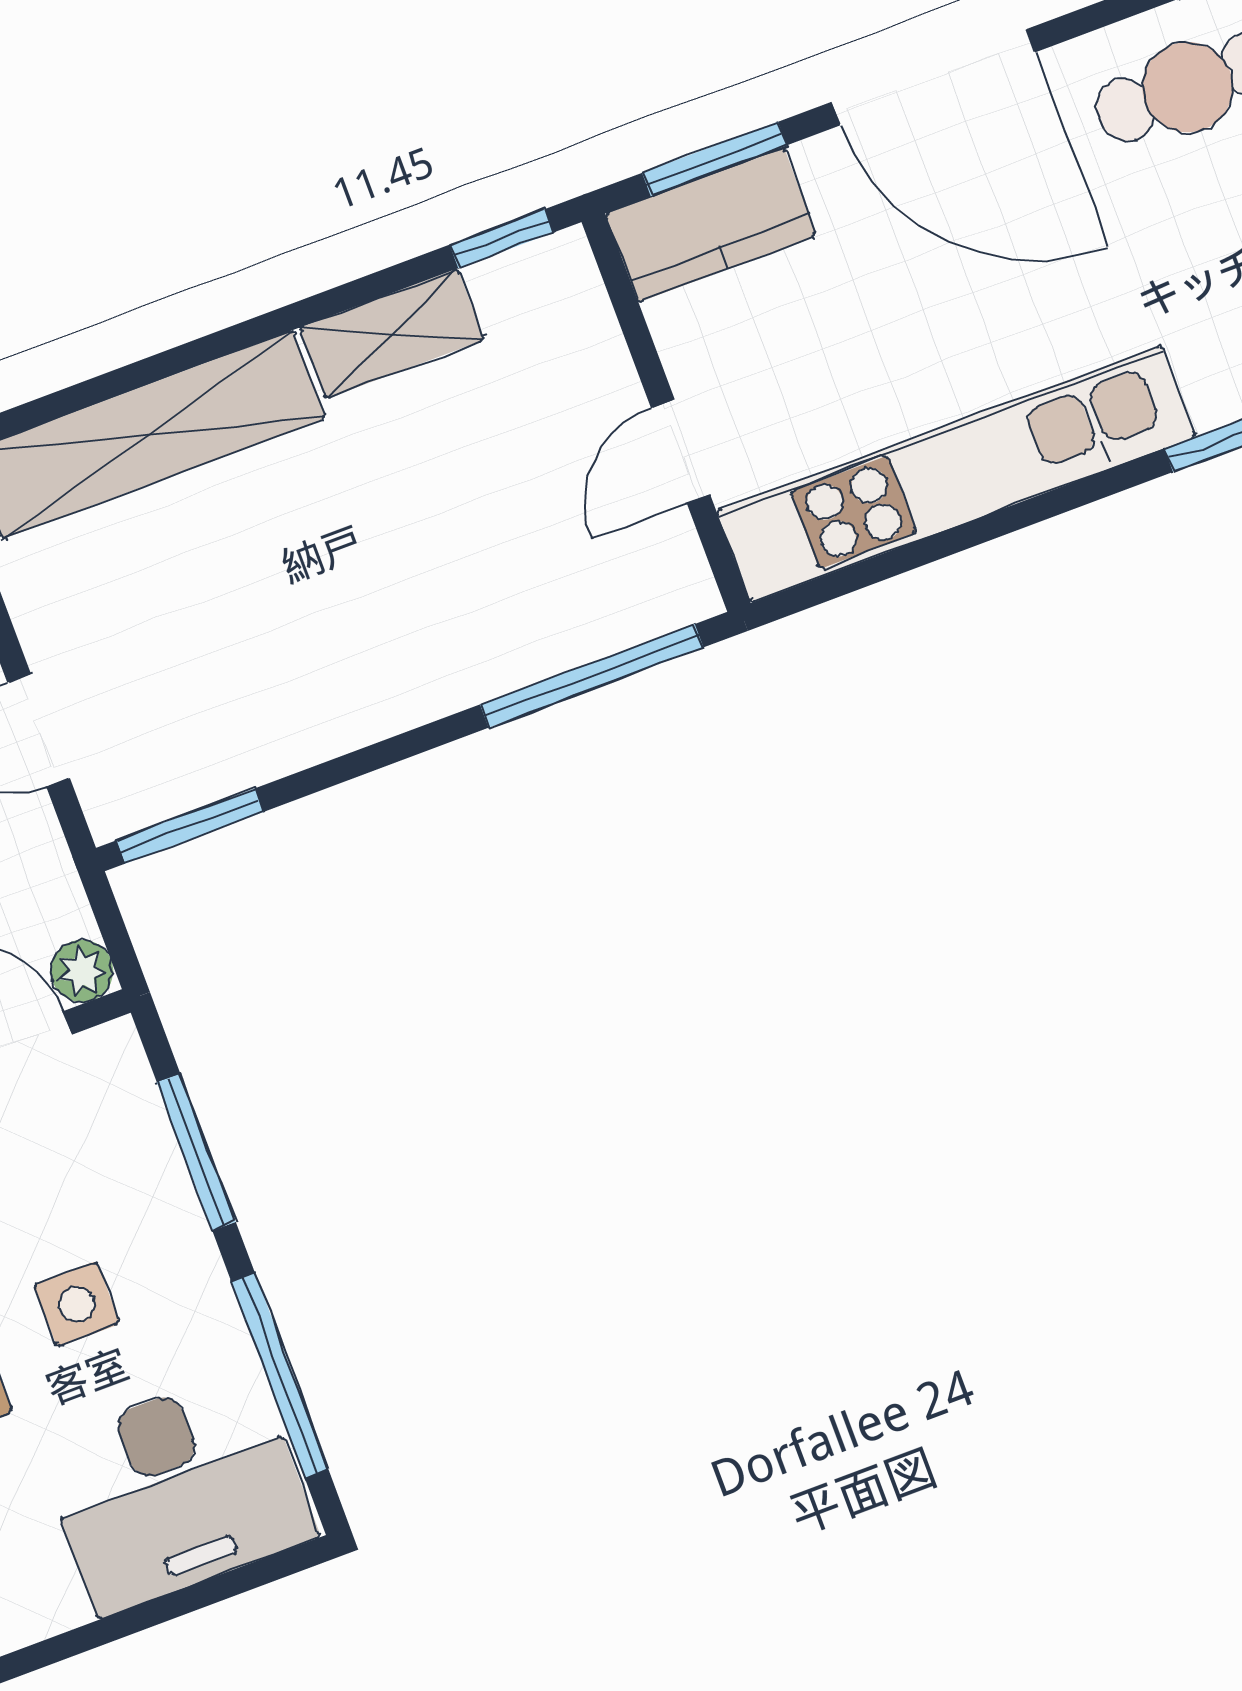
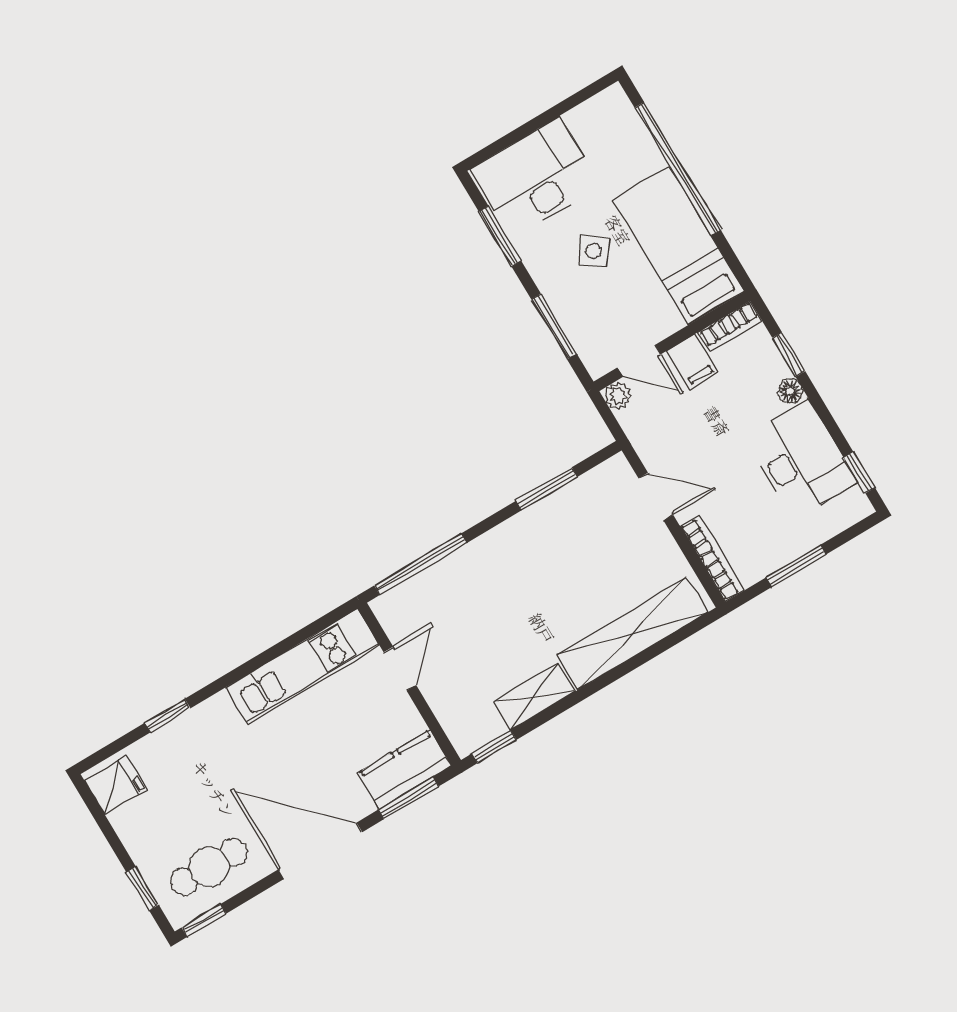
kitchen unit: (956, 474) -> (303, 666), width x0.73
window: (190, 826) -> (547, 489), moved
side table: (77, 1304) -> (594, 251), turned 36
window: (280, 1376) -> (500, 236), width x0.69

